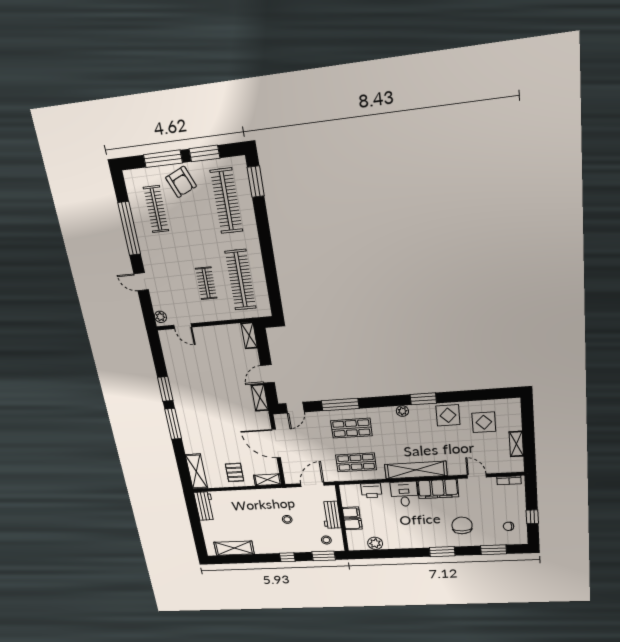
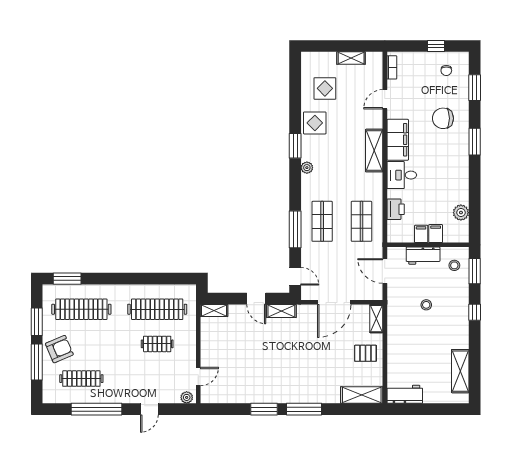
shelving: (416, 470) -> (374, 151), width x0.68

